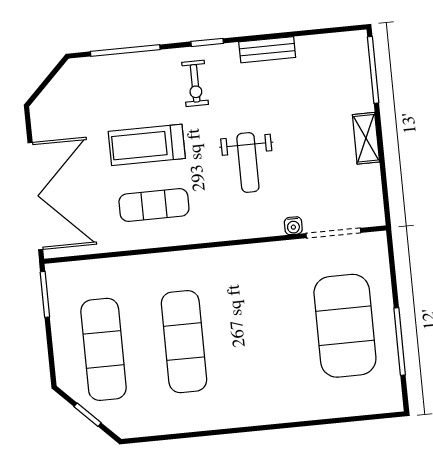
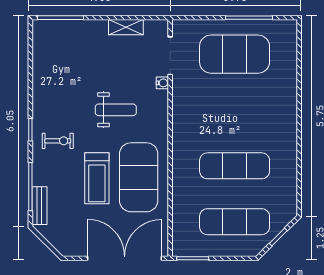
bench: (267, 50) -> (39, 206), moved
shelving: (366, 138) -> (126, 27), moved
exercise mat: (154, 205) -> (139, 177), width x2.00, depth x1.45

